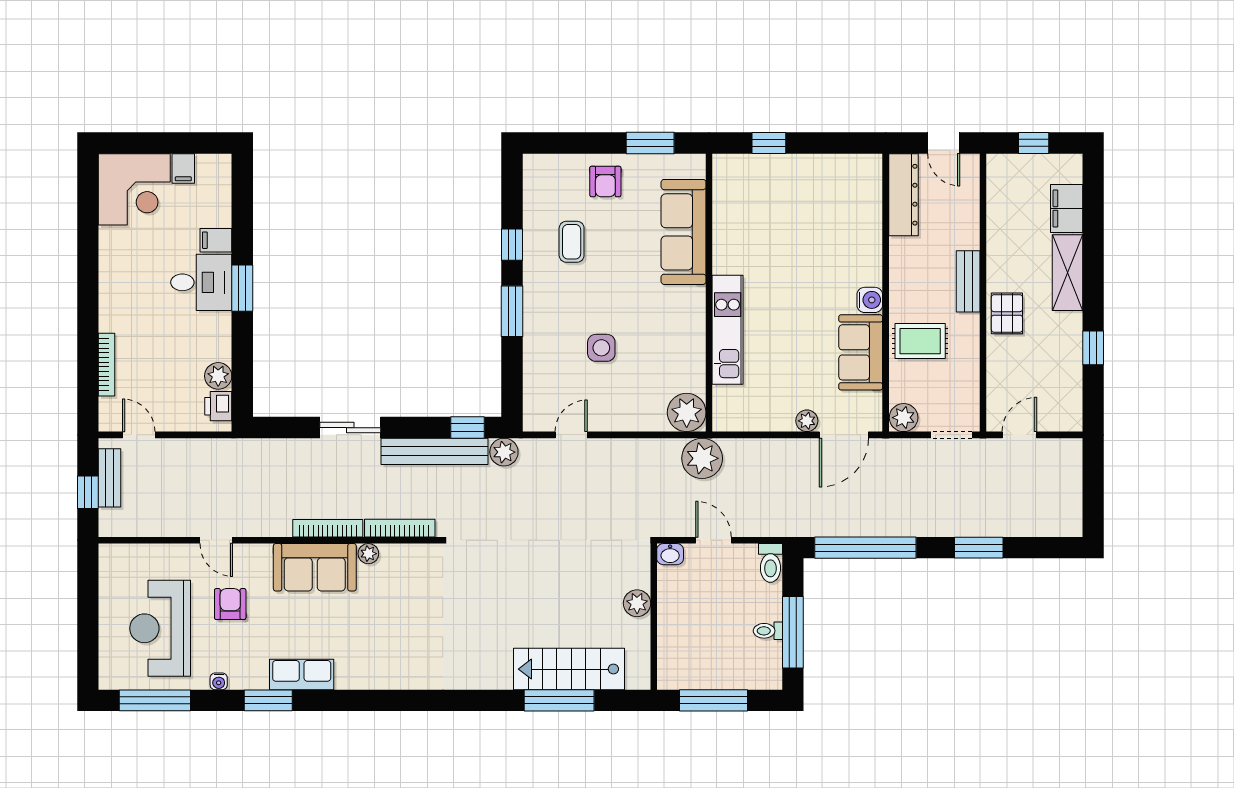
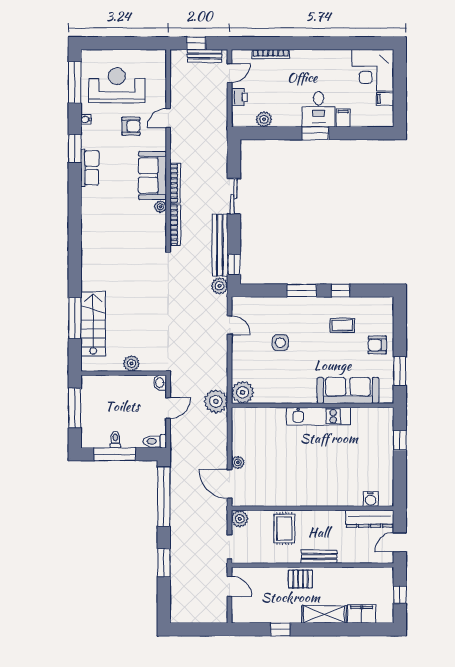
water cooler: (870, 300) -> (370, 499), moved
kitchen unit: (728, 330) -> (318, 416), moved
sofa: (861, 352) -> (278, 494), removed
printer: (218, 406) -> (239, 97), moved, turned 90

